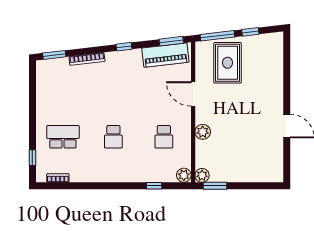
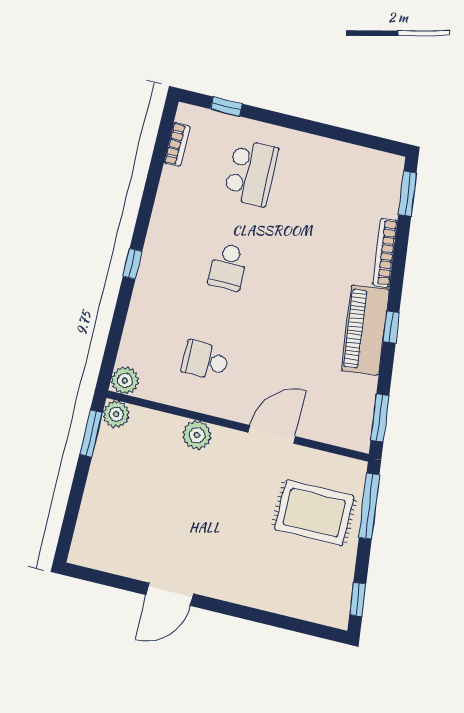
window: (250, 32) -> (358, 599), moved
piano: (165, 55) -> (365, 330), moved
school desk: (113, 137) -> (228, 267), turned -90
window: (154, 186) -> (132, 264), moved

